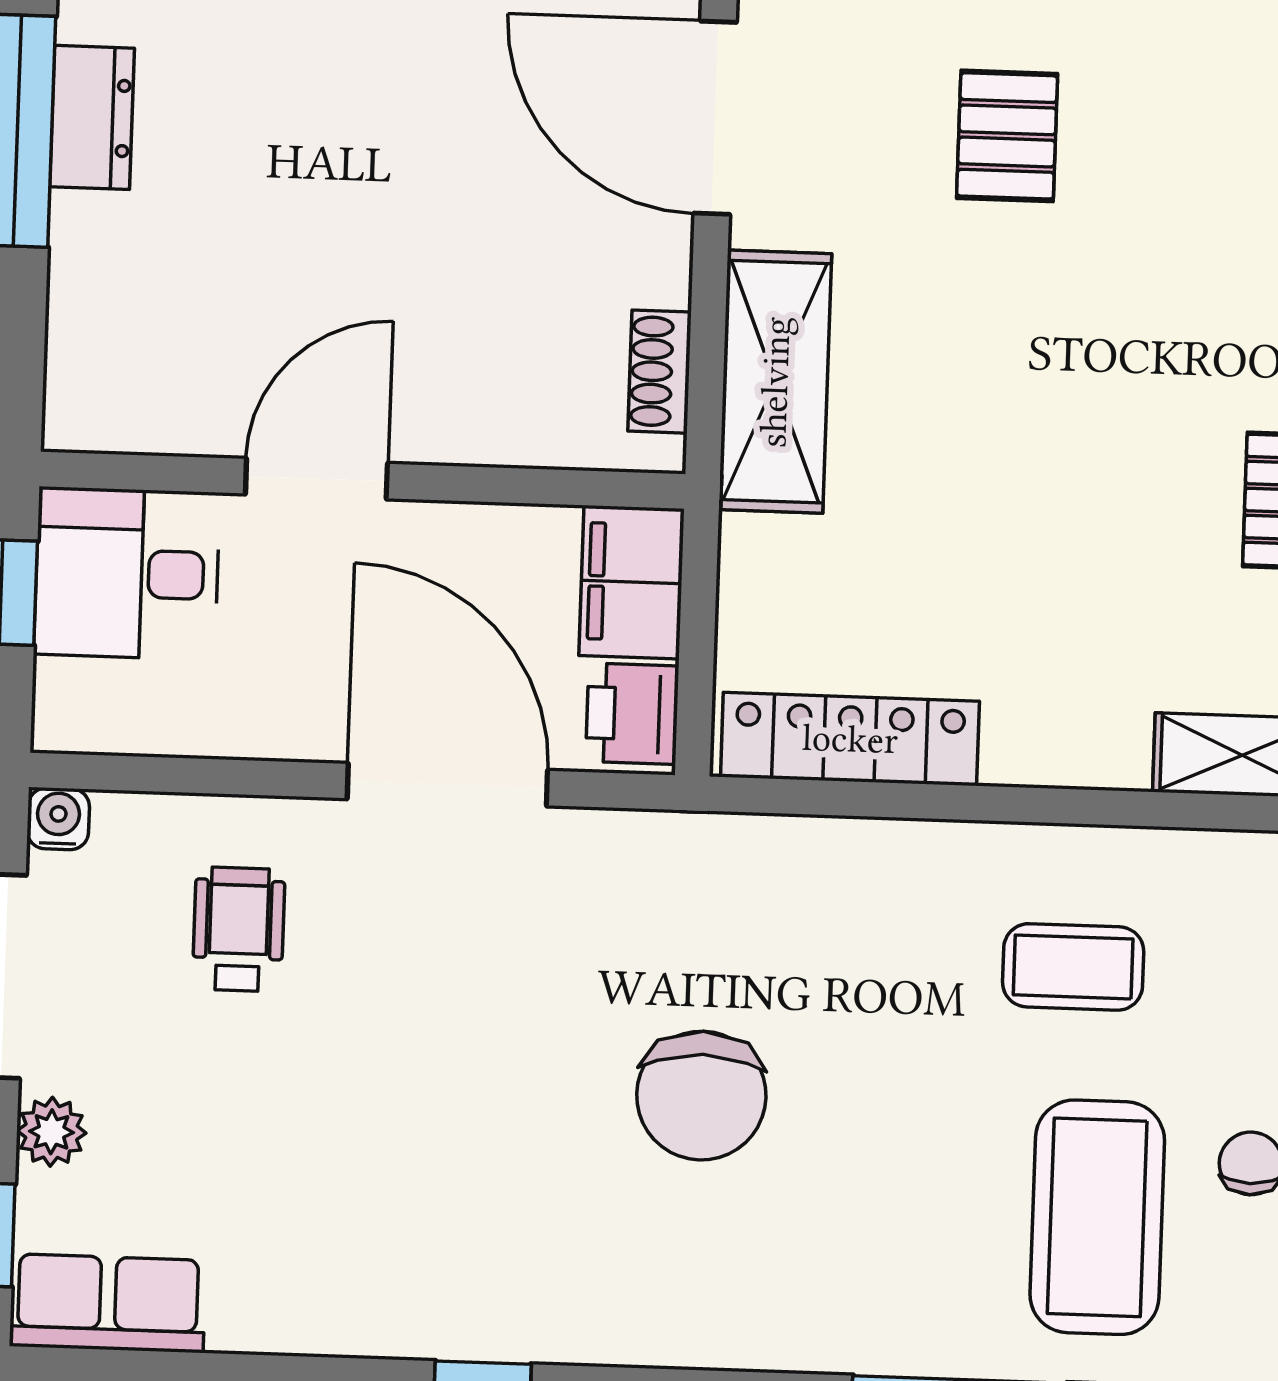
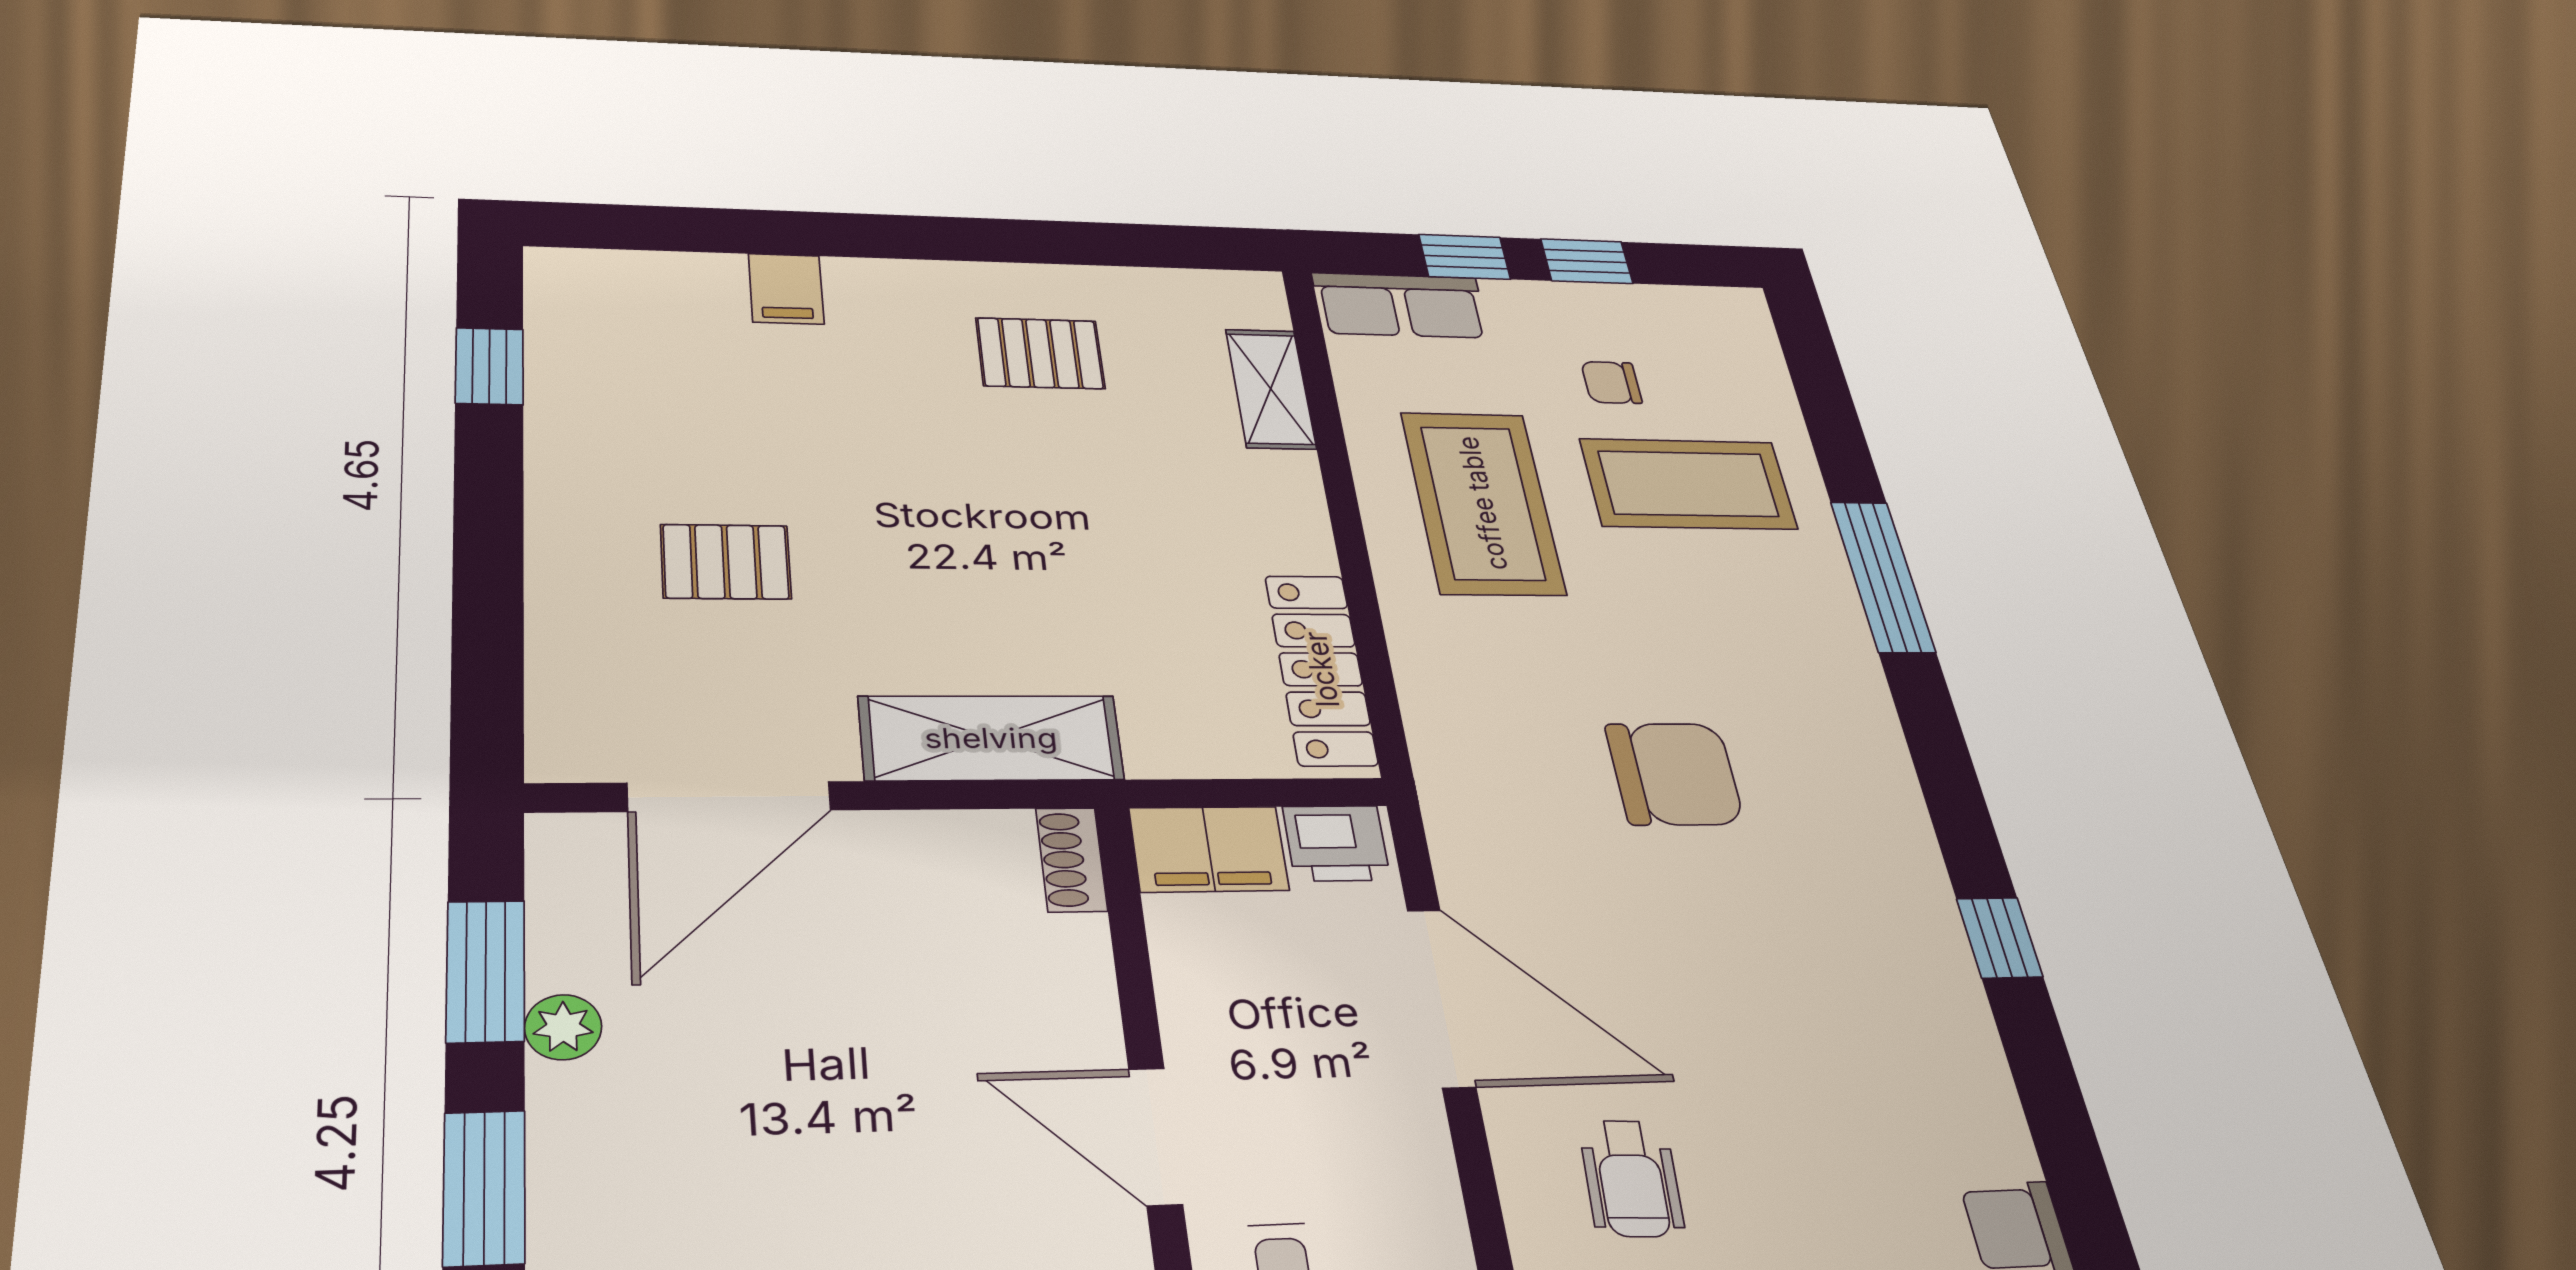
shoe rack: (660, 372) -> (1071, 860), moved, turned 90
door: (447, 785) -> (1441, 998), swing flipped
wheelchair: (239, 929) -> (1631, 1178), turned -87
coffee table: (1073, 967) -> (1482, 503), width x1.86, depth x1.72

